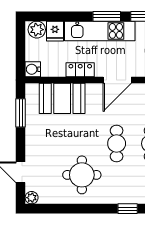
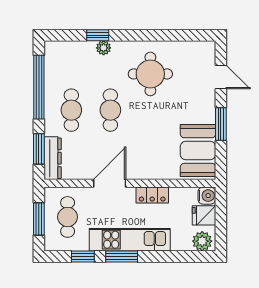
fridge: (55, 31) -> (204, 215), moved, turned -90
booth: (62, 98) -> (198, 151), moved, turned 90
window: (21, 113) -> (221, 124), moved
plant: (32, 198) -> (104, 48), moved

